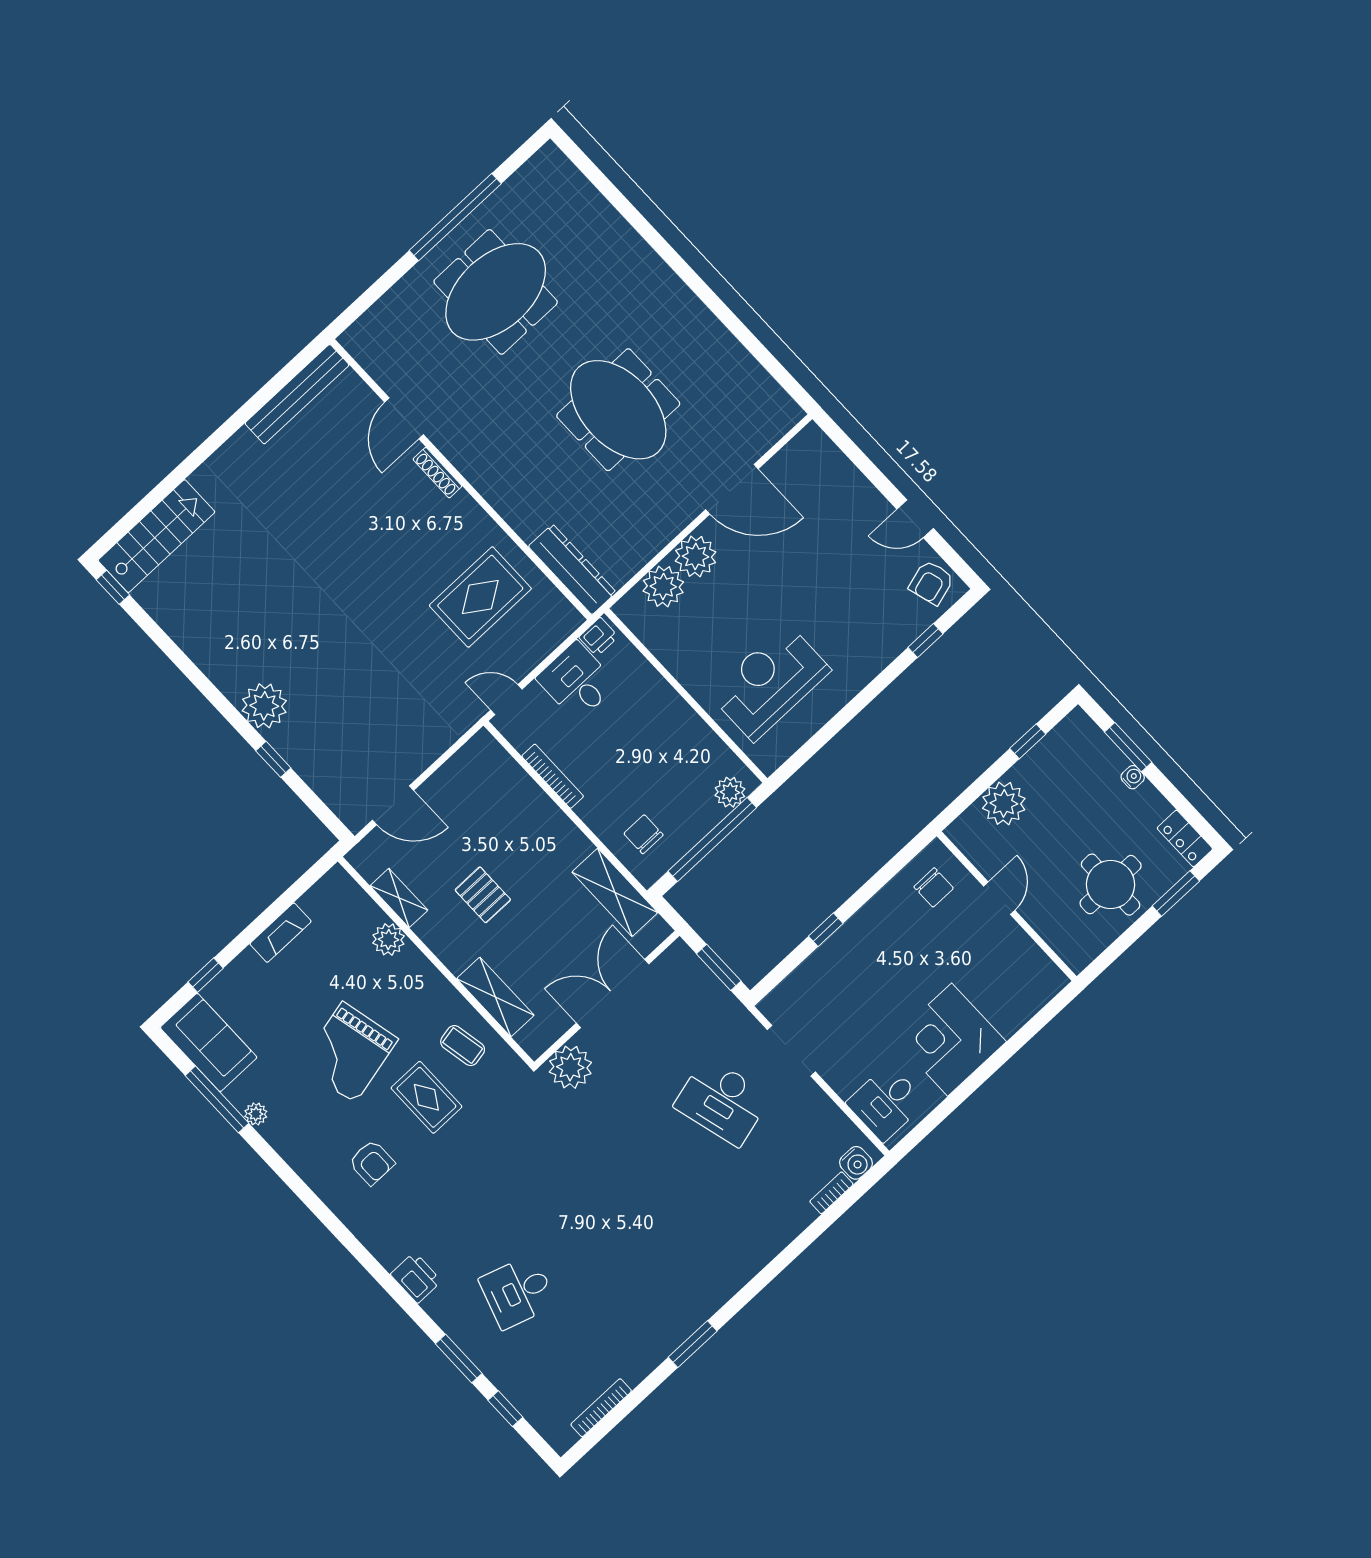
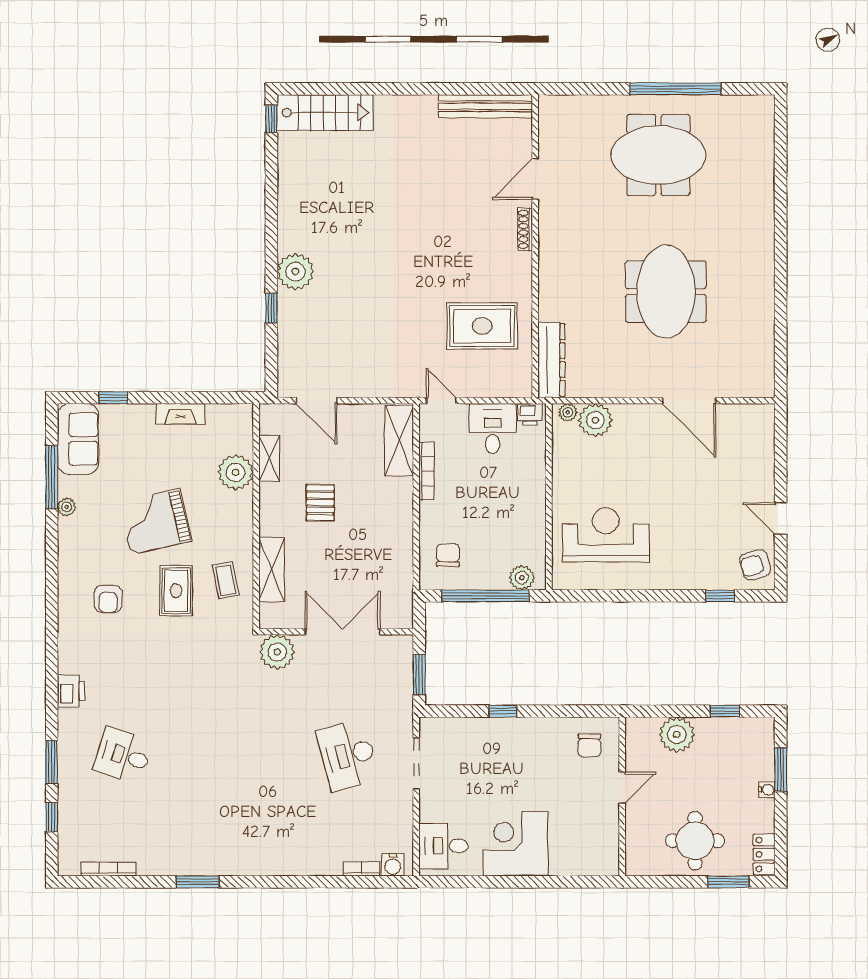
plant: (696, 556) -> (568, 412), moved, width x0.53, depth x0.53
shelving: (615, 892) -> (399, 441), moved
plant: (388, 939) -> (236, 472), width x1.36, depth x1.36

